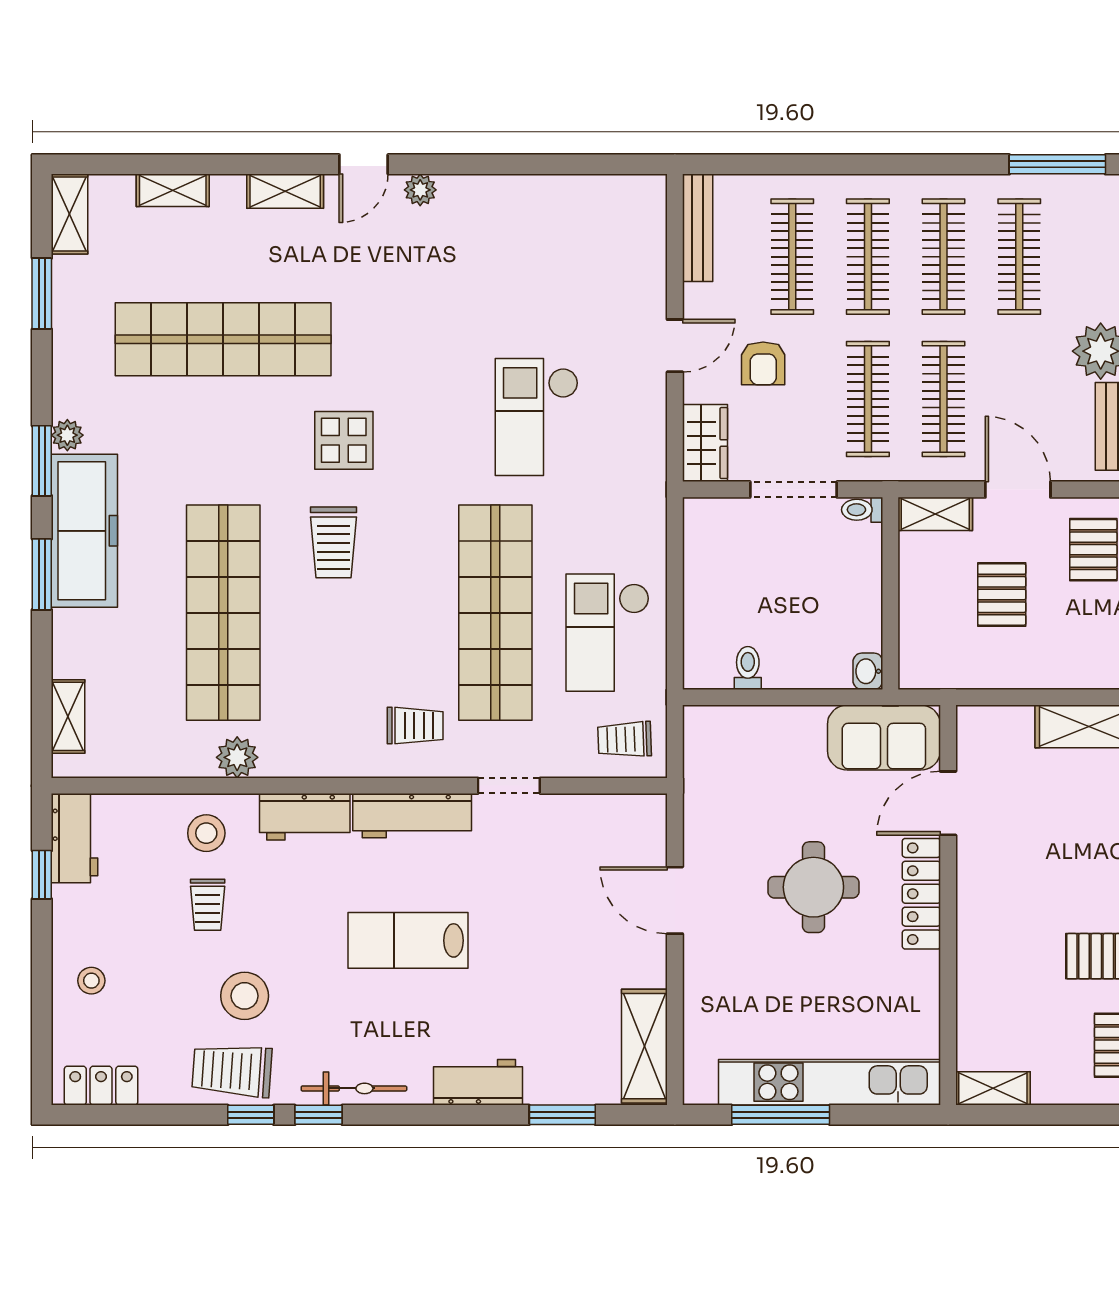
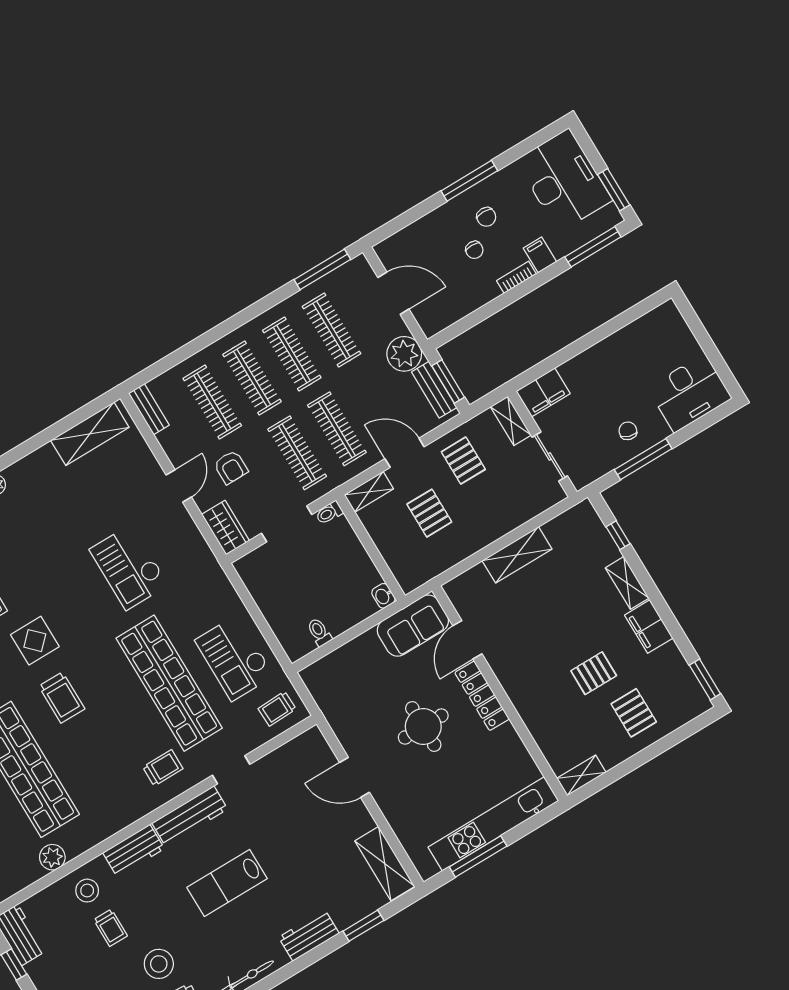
shelving: (595, 198) -> (90, 434), added
bench: (698, 228) -> (149, 409), width x0.73
plant: (237, 757) -> (52, 857), moved

